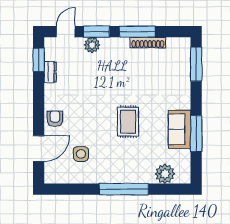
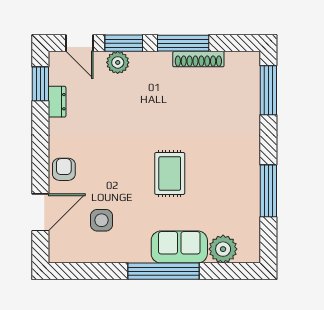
door: (66, 32) -> (80, 43), swing flipped
sofa: (179, 129) -> (179, 247), moved, turned 90

